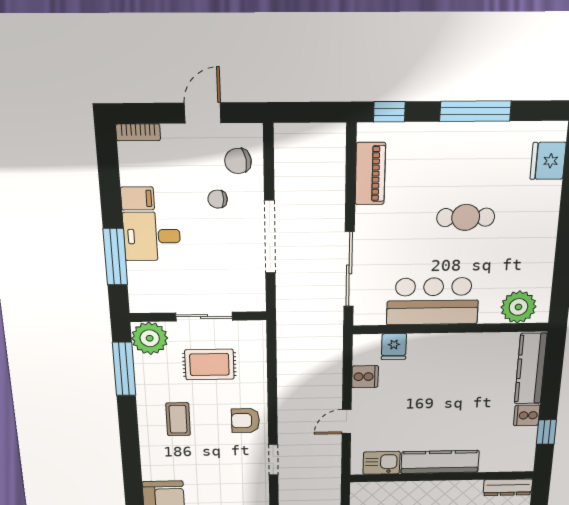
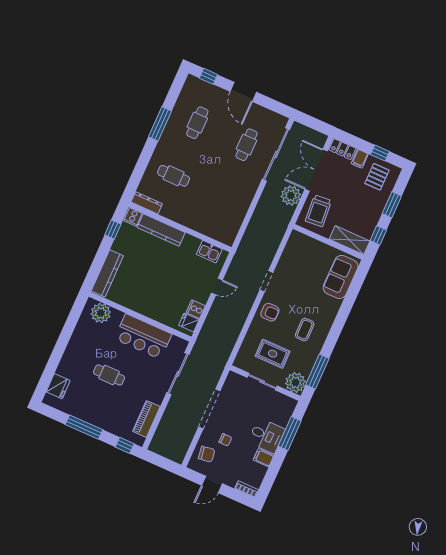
fridge: (394, 347) -> (189, 322), moved, turned -90
cooker: (527, 415) -> (133, 217), moved, turned 90
kitchen counter: (440, 462) -> (161, 230), moved

